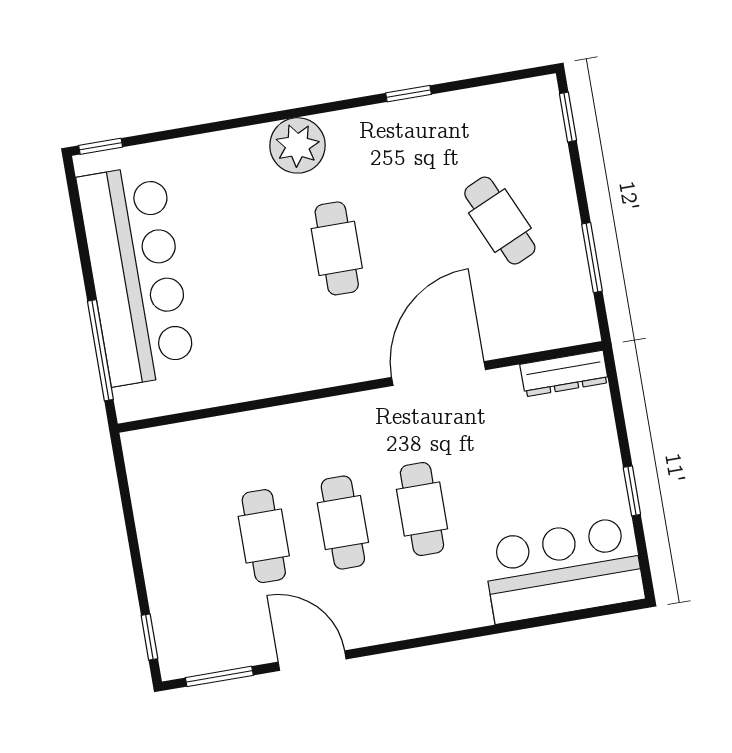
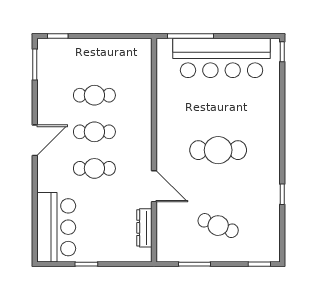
plant: (297, 145) -> (267, 140), removed
cafe table: (500, 221) -> (218, 226), turned 45
cafe table: (337, 248) -> (218, 150), width x1.37, depth x1.35
door: (439, 373) -> (154, 186), width x0.73
dresser: (564, 373) -> (144, 228), moved
door: (312, 661) -> (35, 140), moved

